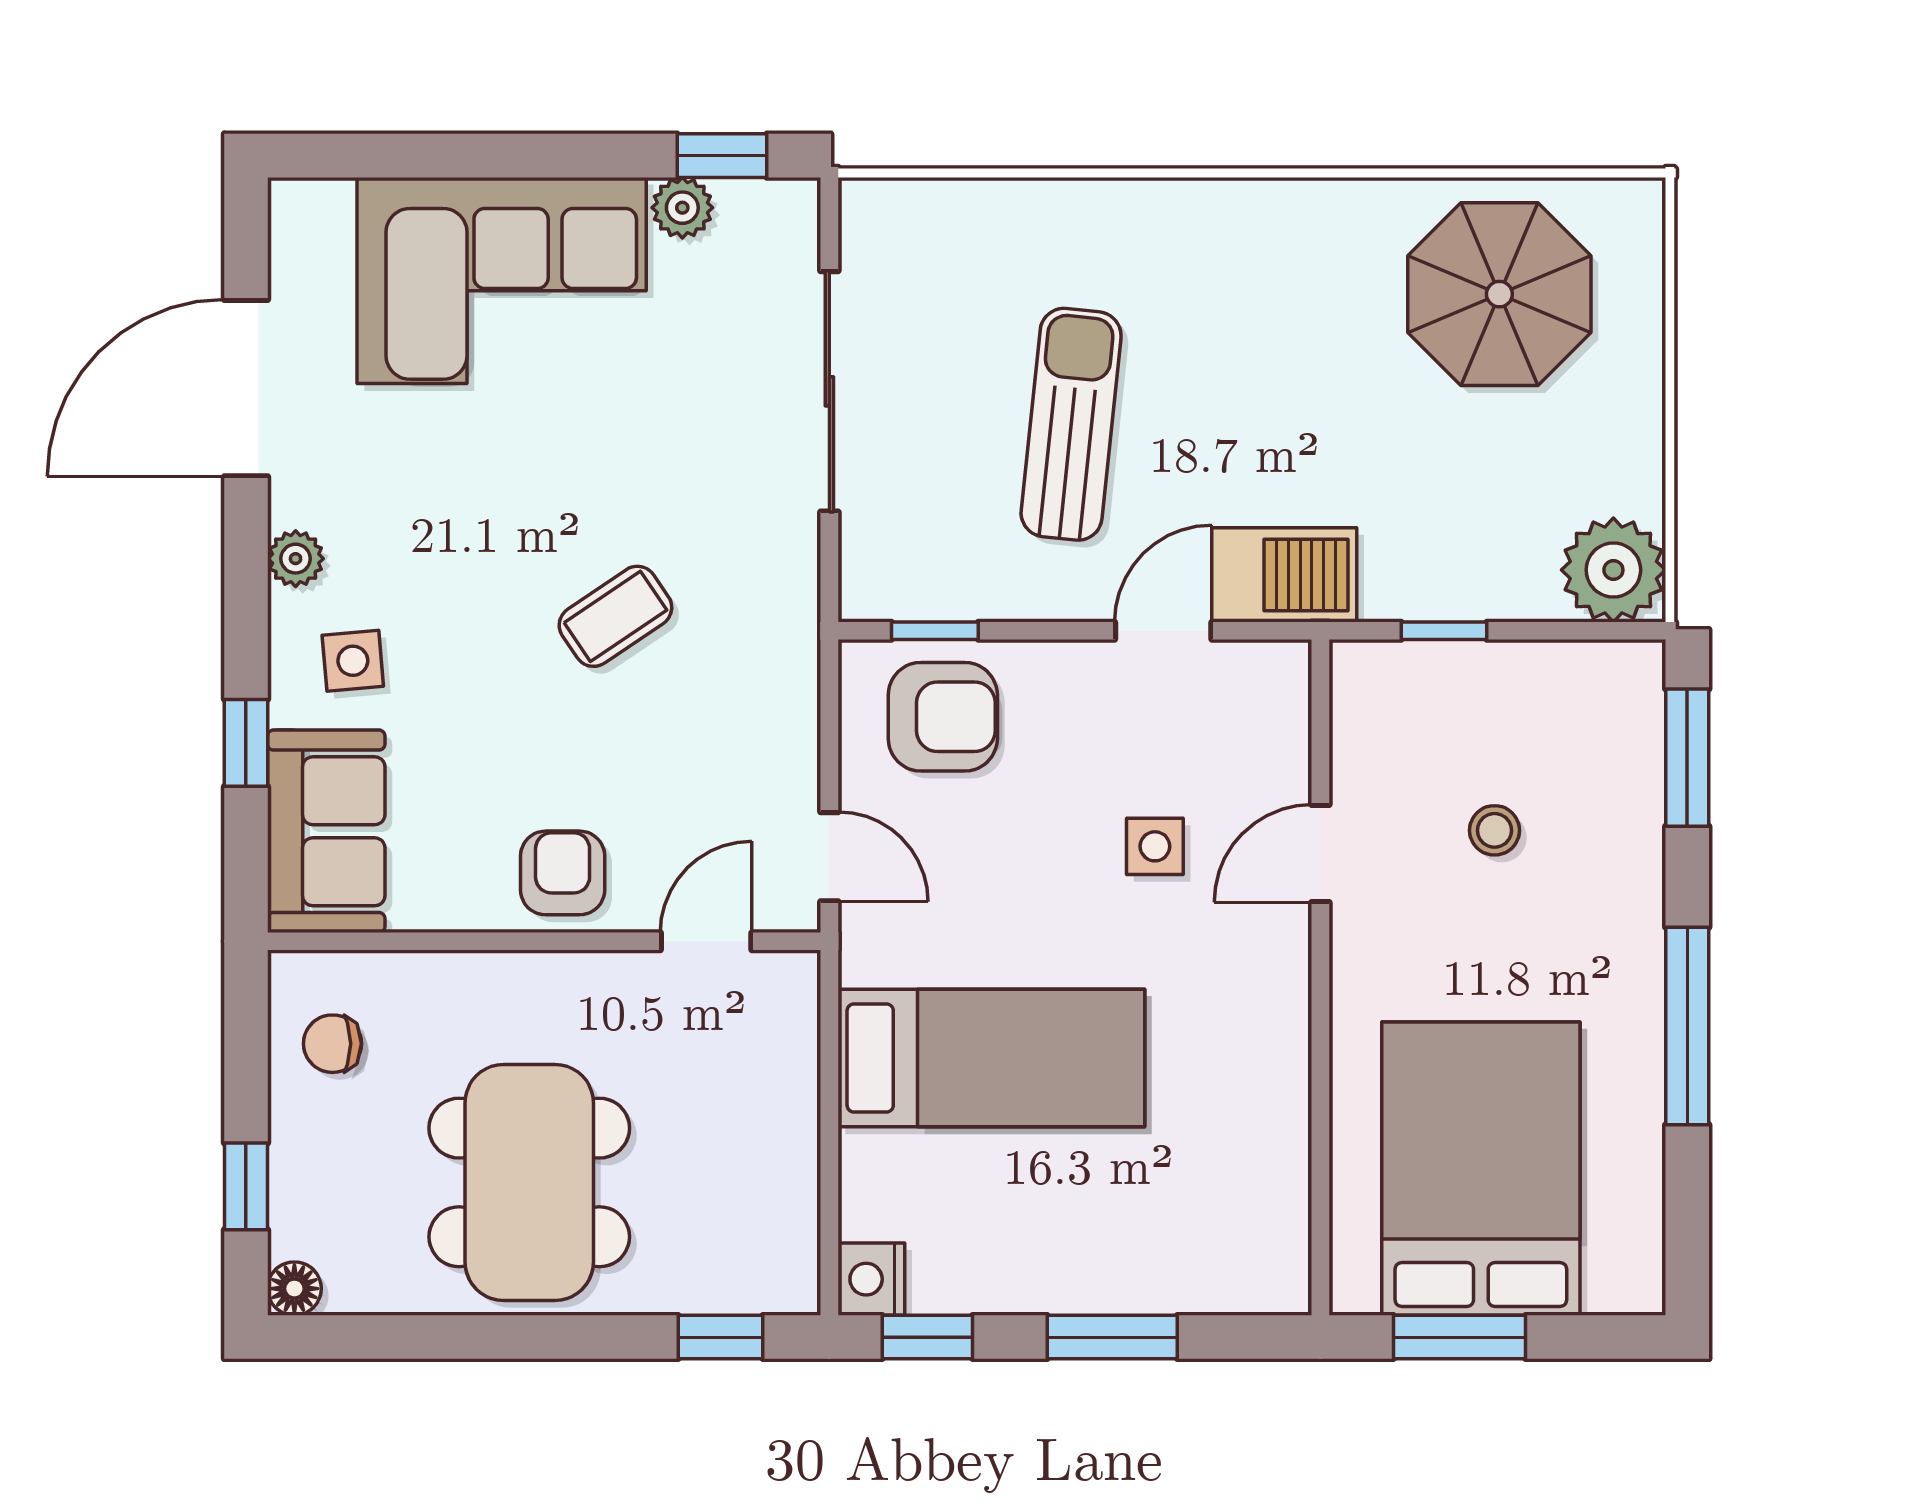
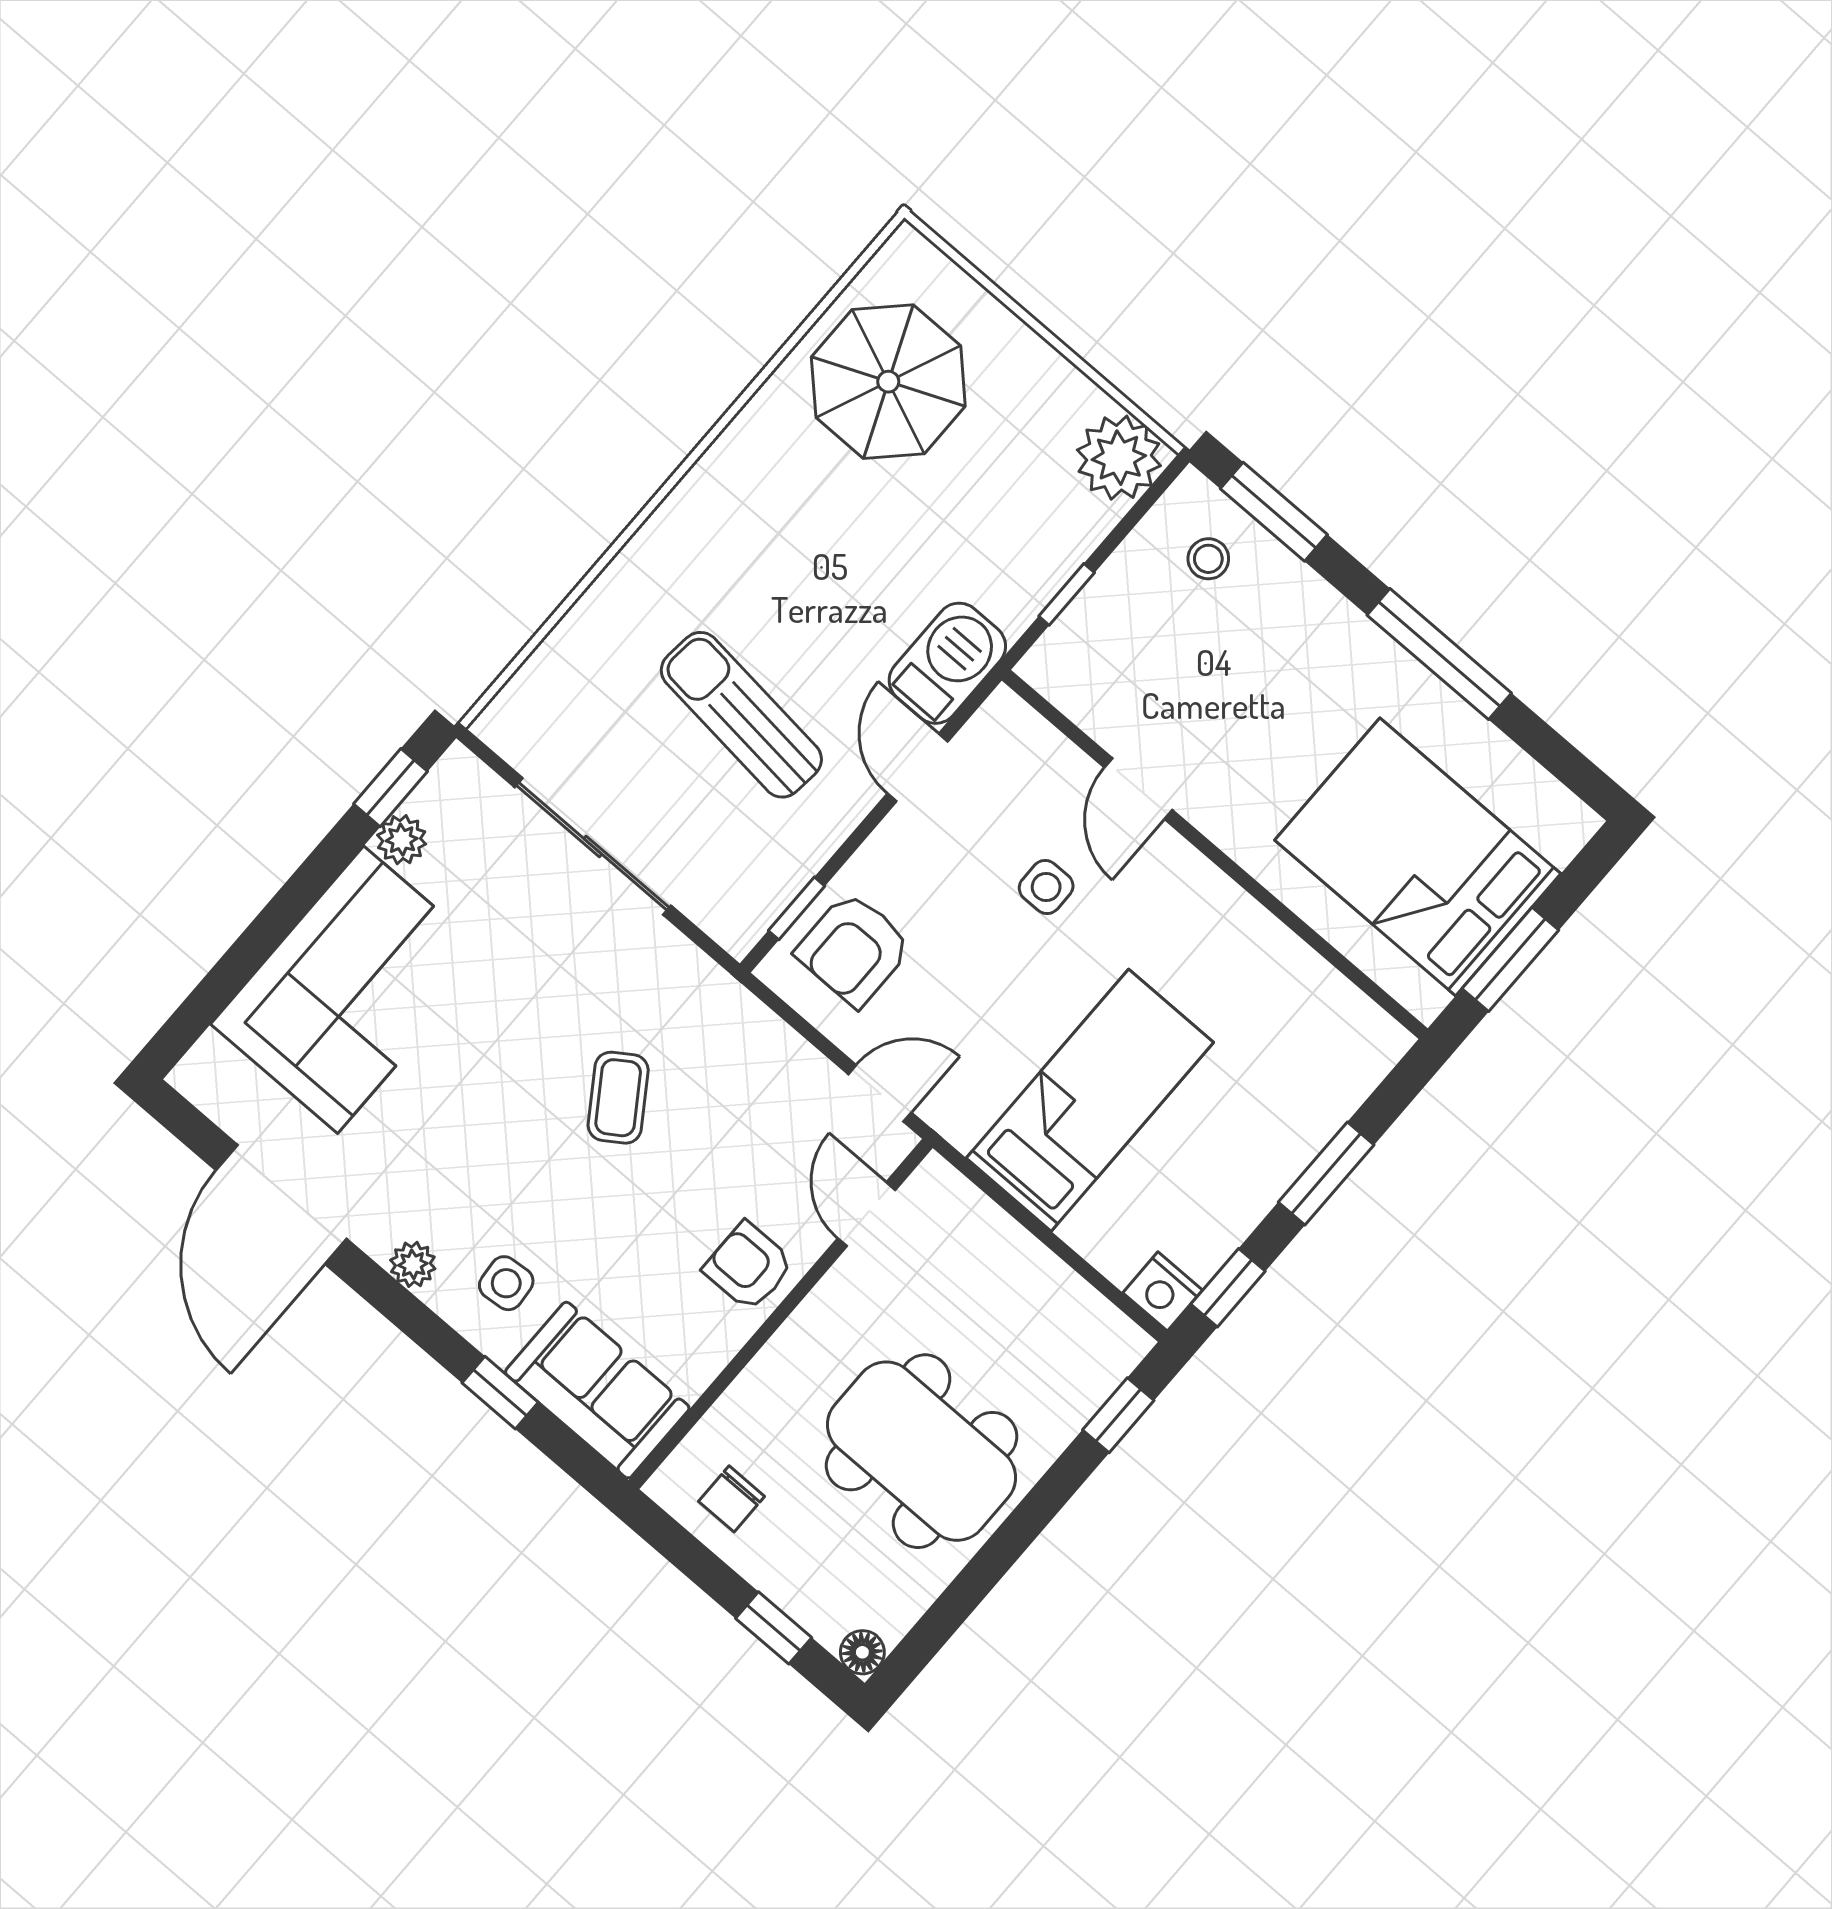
armchair: (943, 717) -> (854, 949), turned 180
stool: (1495, 830) -> (1208, 559), moved

